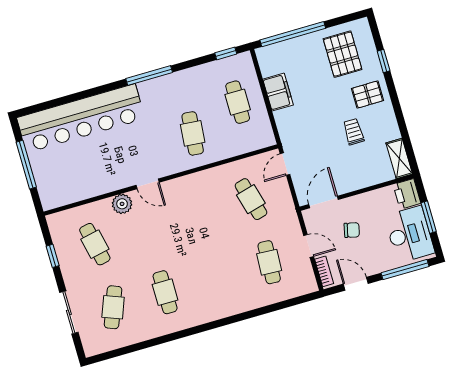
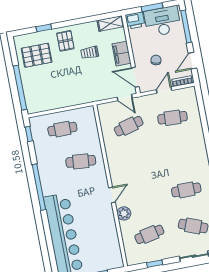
window: (149, 76) -> (39, 187), width x1.46
filing cabinet: (278, 92) -> (122, 54), moved, turned -90
door: (285, 164) -> (125, 98), moved

